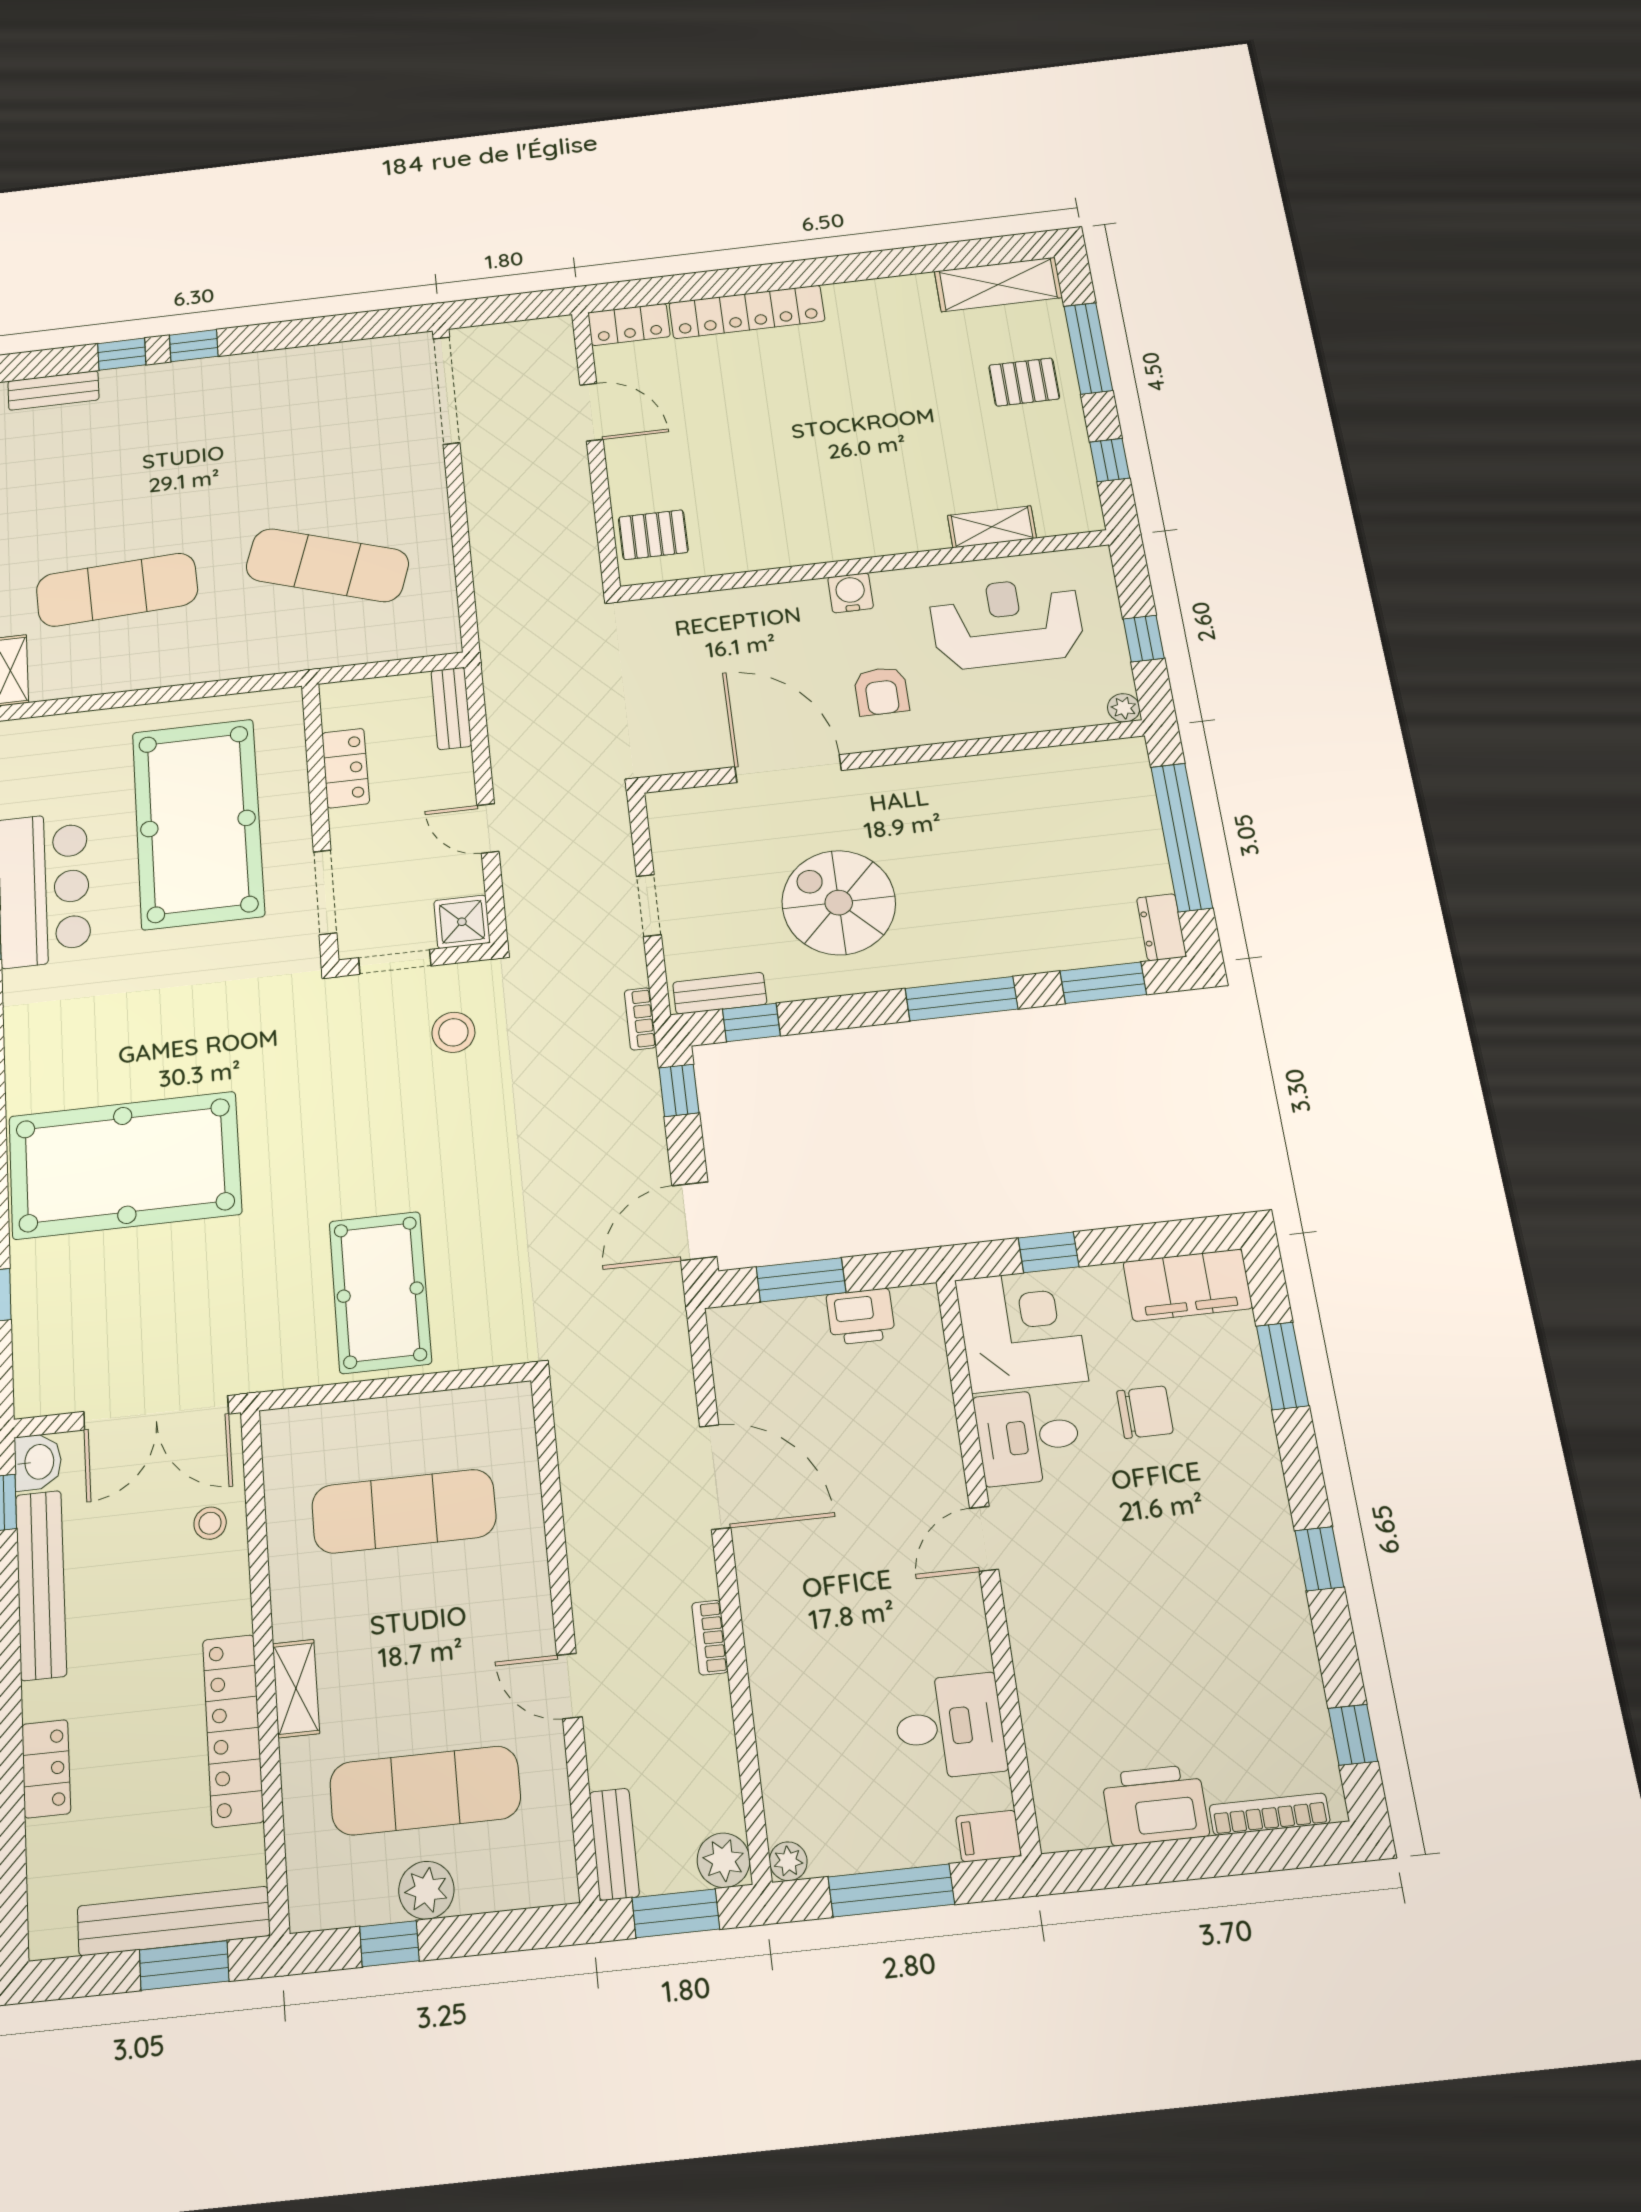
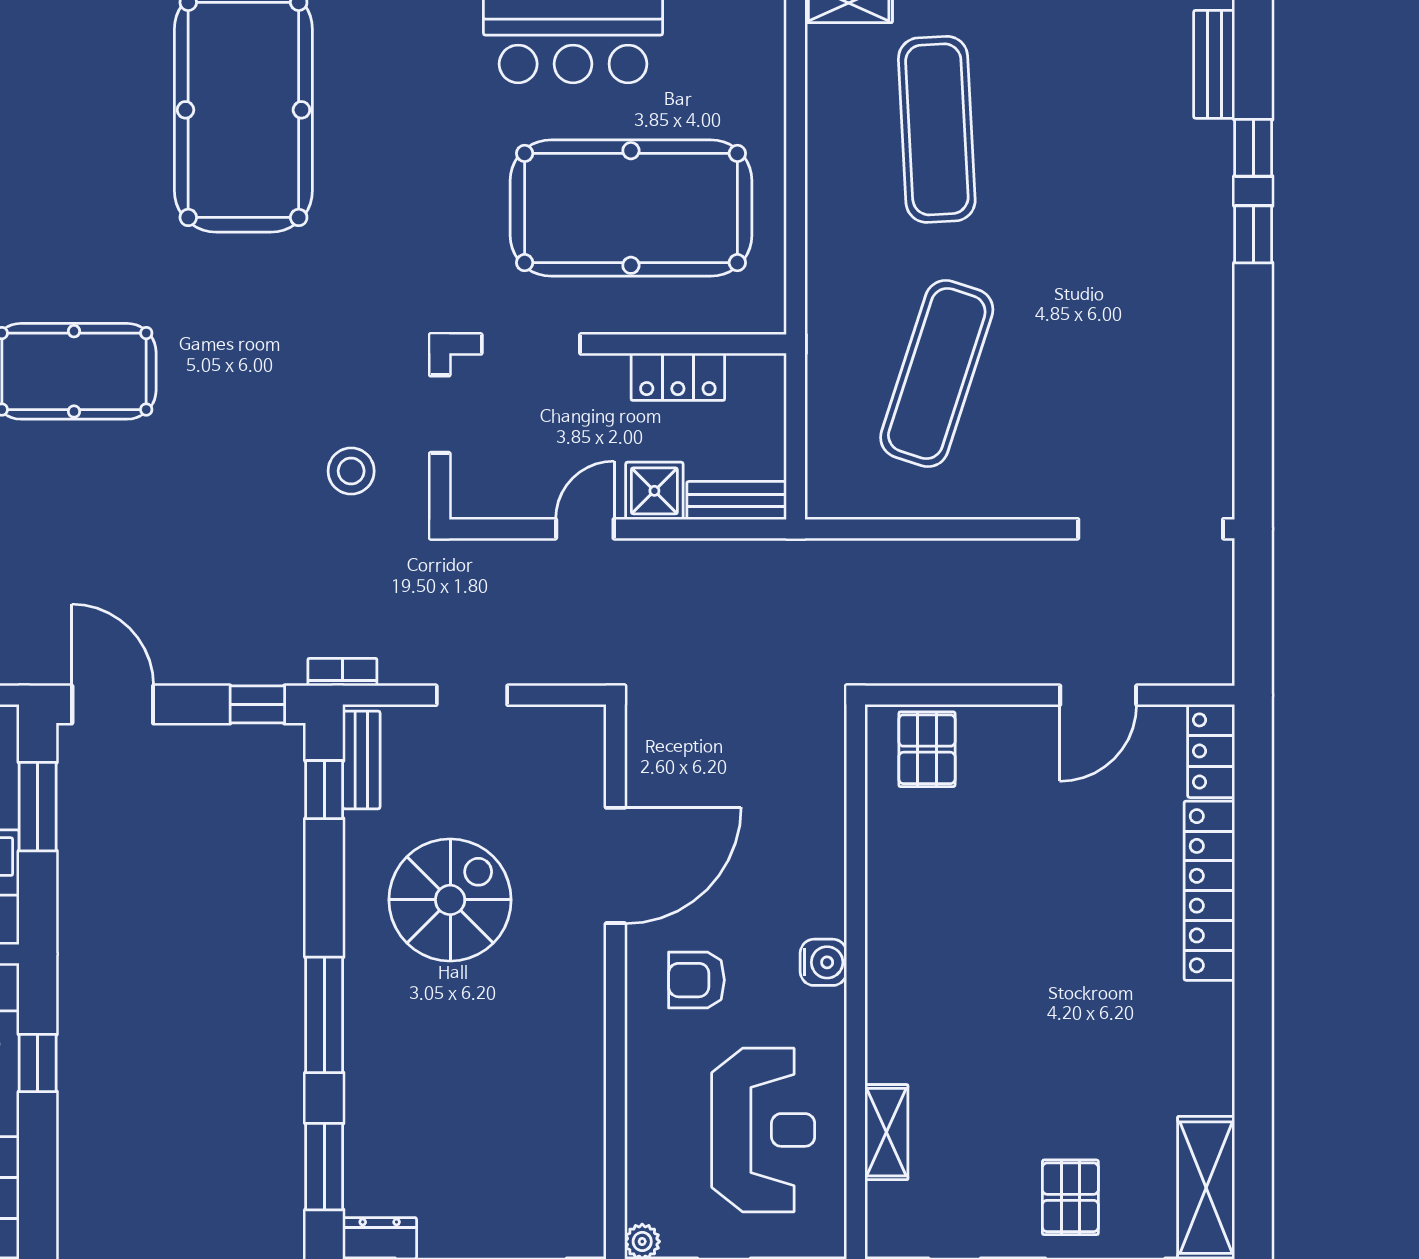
shower: (462, 922) -> (654, 491), moved

